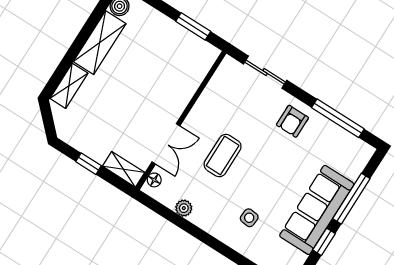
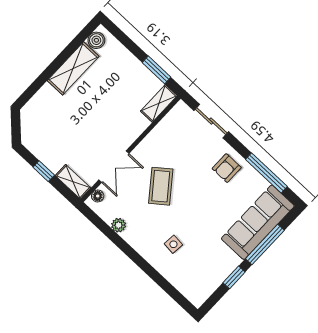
shelving: (69, 86) -> (159, 103), moved
coffee table: (223, 156) -> (161, 186), turned -38
sofa: (317, 210) -> (258, 222), moved

